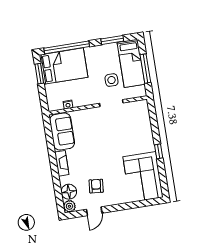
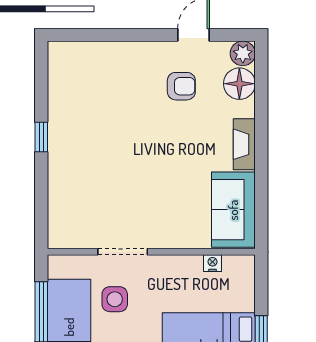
corner sofa: (143, 177) -> (82, 90), removed
armchair: (96, 186) -> (181, 86), turned -96

